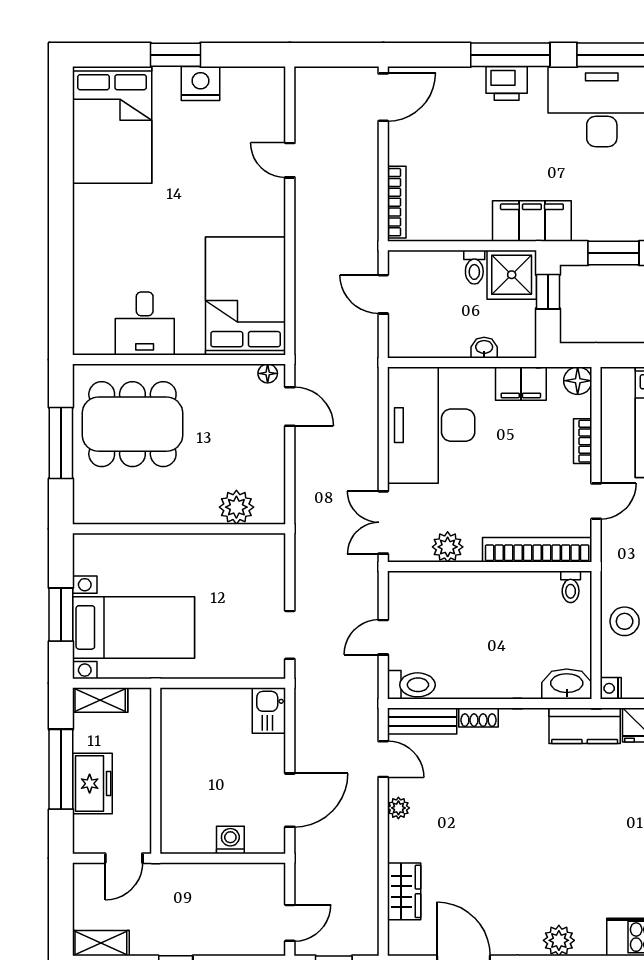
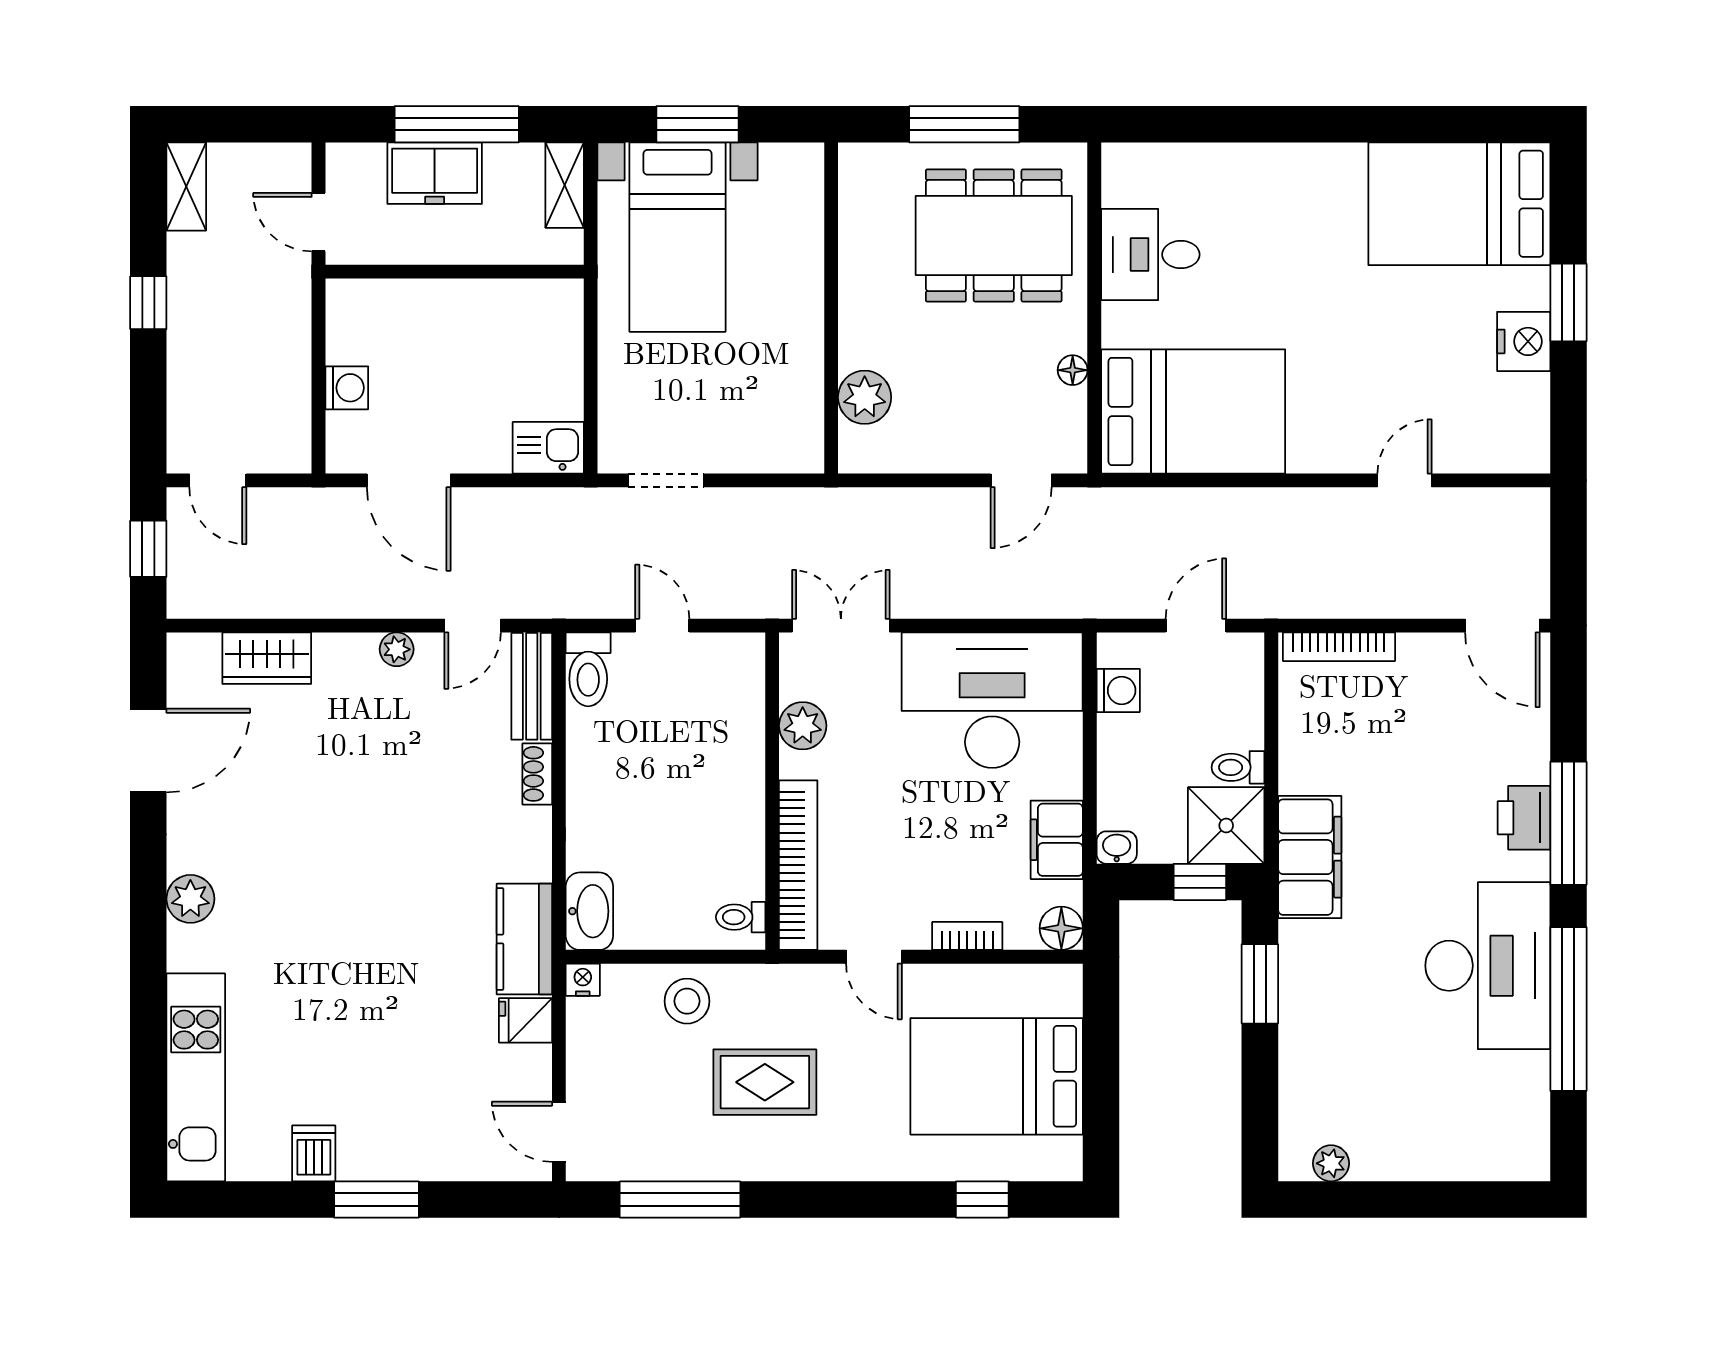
washing machine: (425, 344) -> (1118, 690), added
washbasin: (484, 348) -> (1117, 848), moved, turned -90
floor lamp: (268, 373) -> (1073, 370), moved
dining table: (132, 424) -> (994, 236), turned 90

